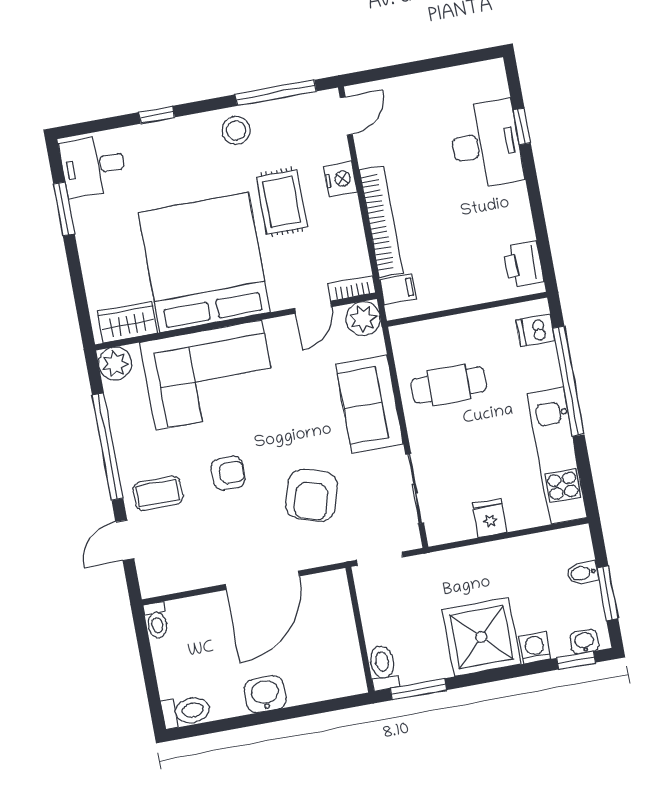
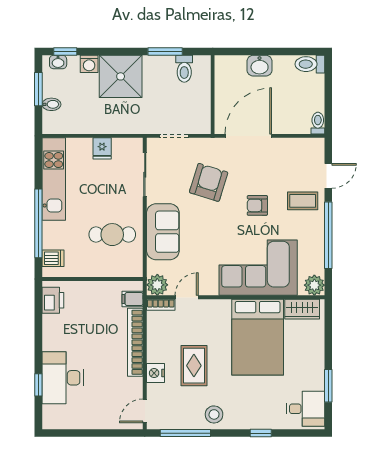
bed: (204, 262) -> (258, 337), width x0.73
wall: (360, 630) -> (213, 95), moved

